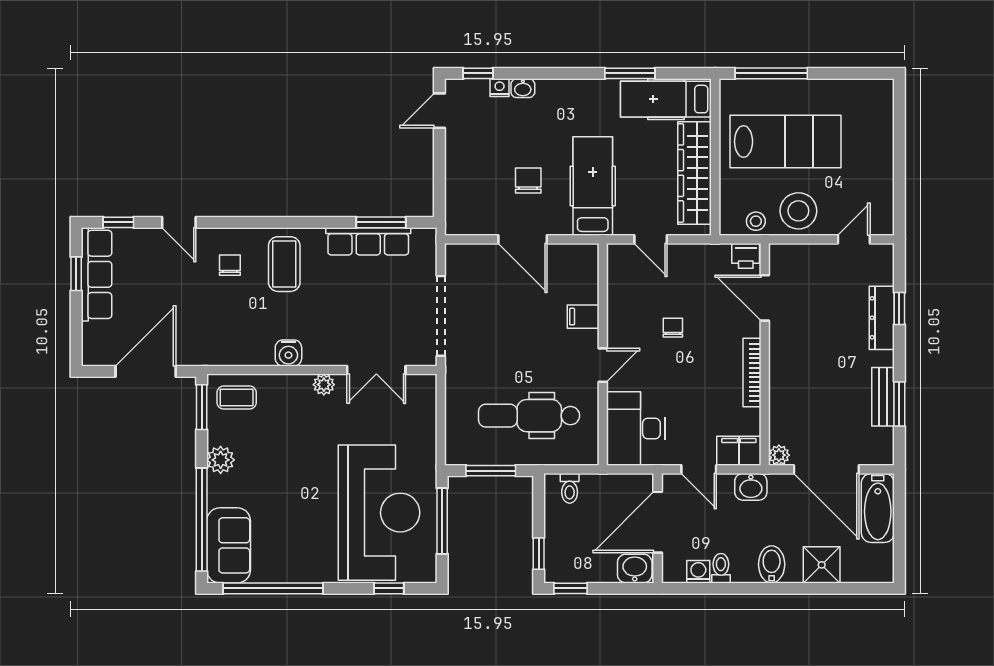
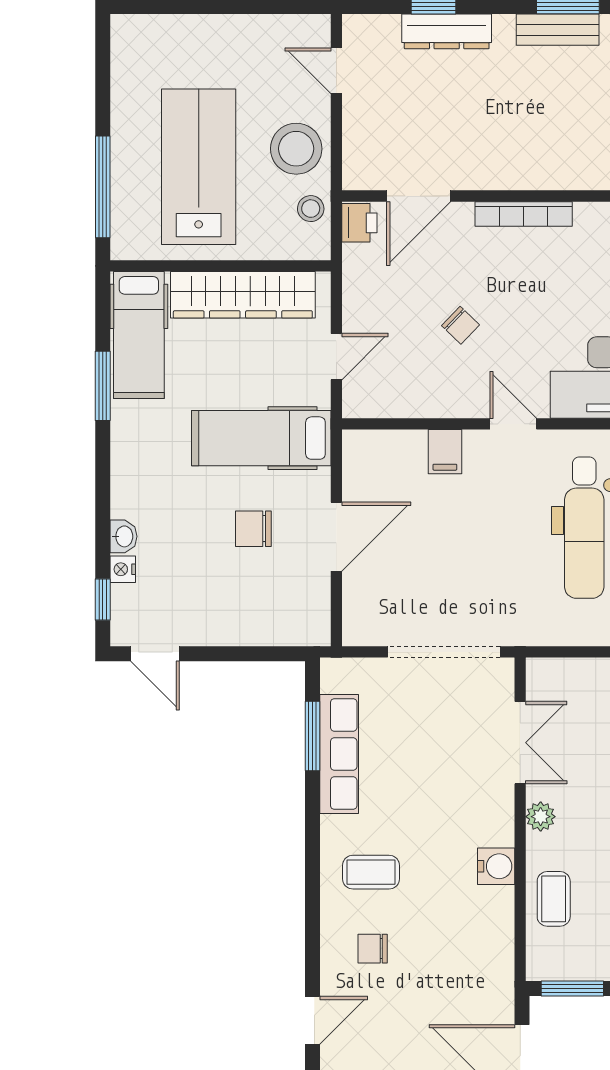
coffee table: (284, 264) -> (371, 872), width x0.73, depth x0.77
chair: (673, 328) -> (461, 325), turned -136
coffee table: (237, 398) -> (554, 899), moved

